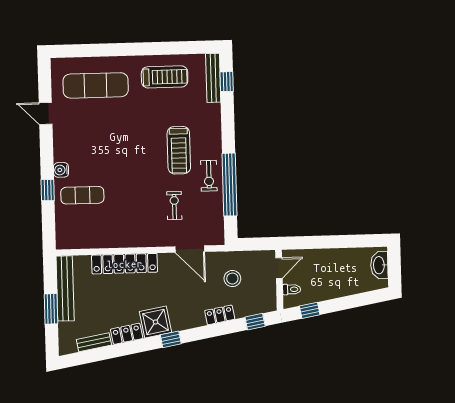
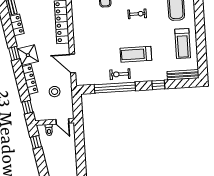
window: (227, 82) -> (158, 85), moved
exercise bike: (174, 206) -> (137, 14), moved
door: (190, 249) -> (73, 64), hinge flipped
locker: (220, 315) -> (30, 79), width x1.53
shower: (156, 322) -> (28, 55), moved

